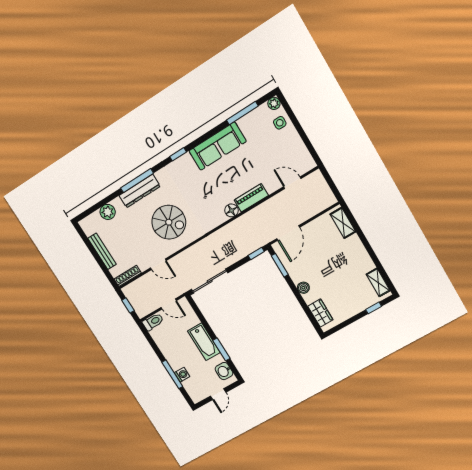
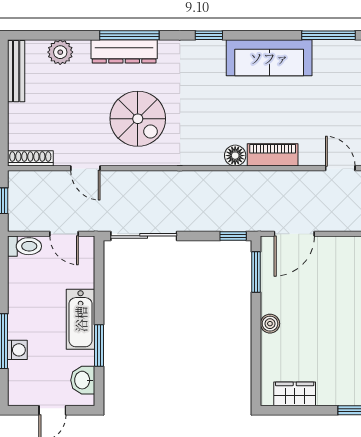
bench: (102, 251) -> (16, 71), moved
wardrobe: (320, 313) -> (295, 394), moved, turned -90

